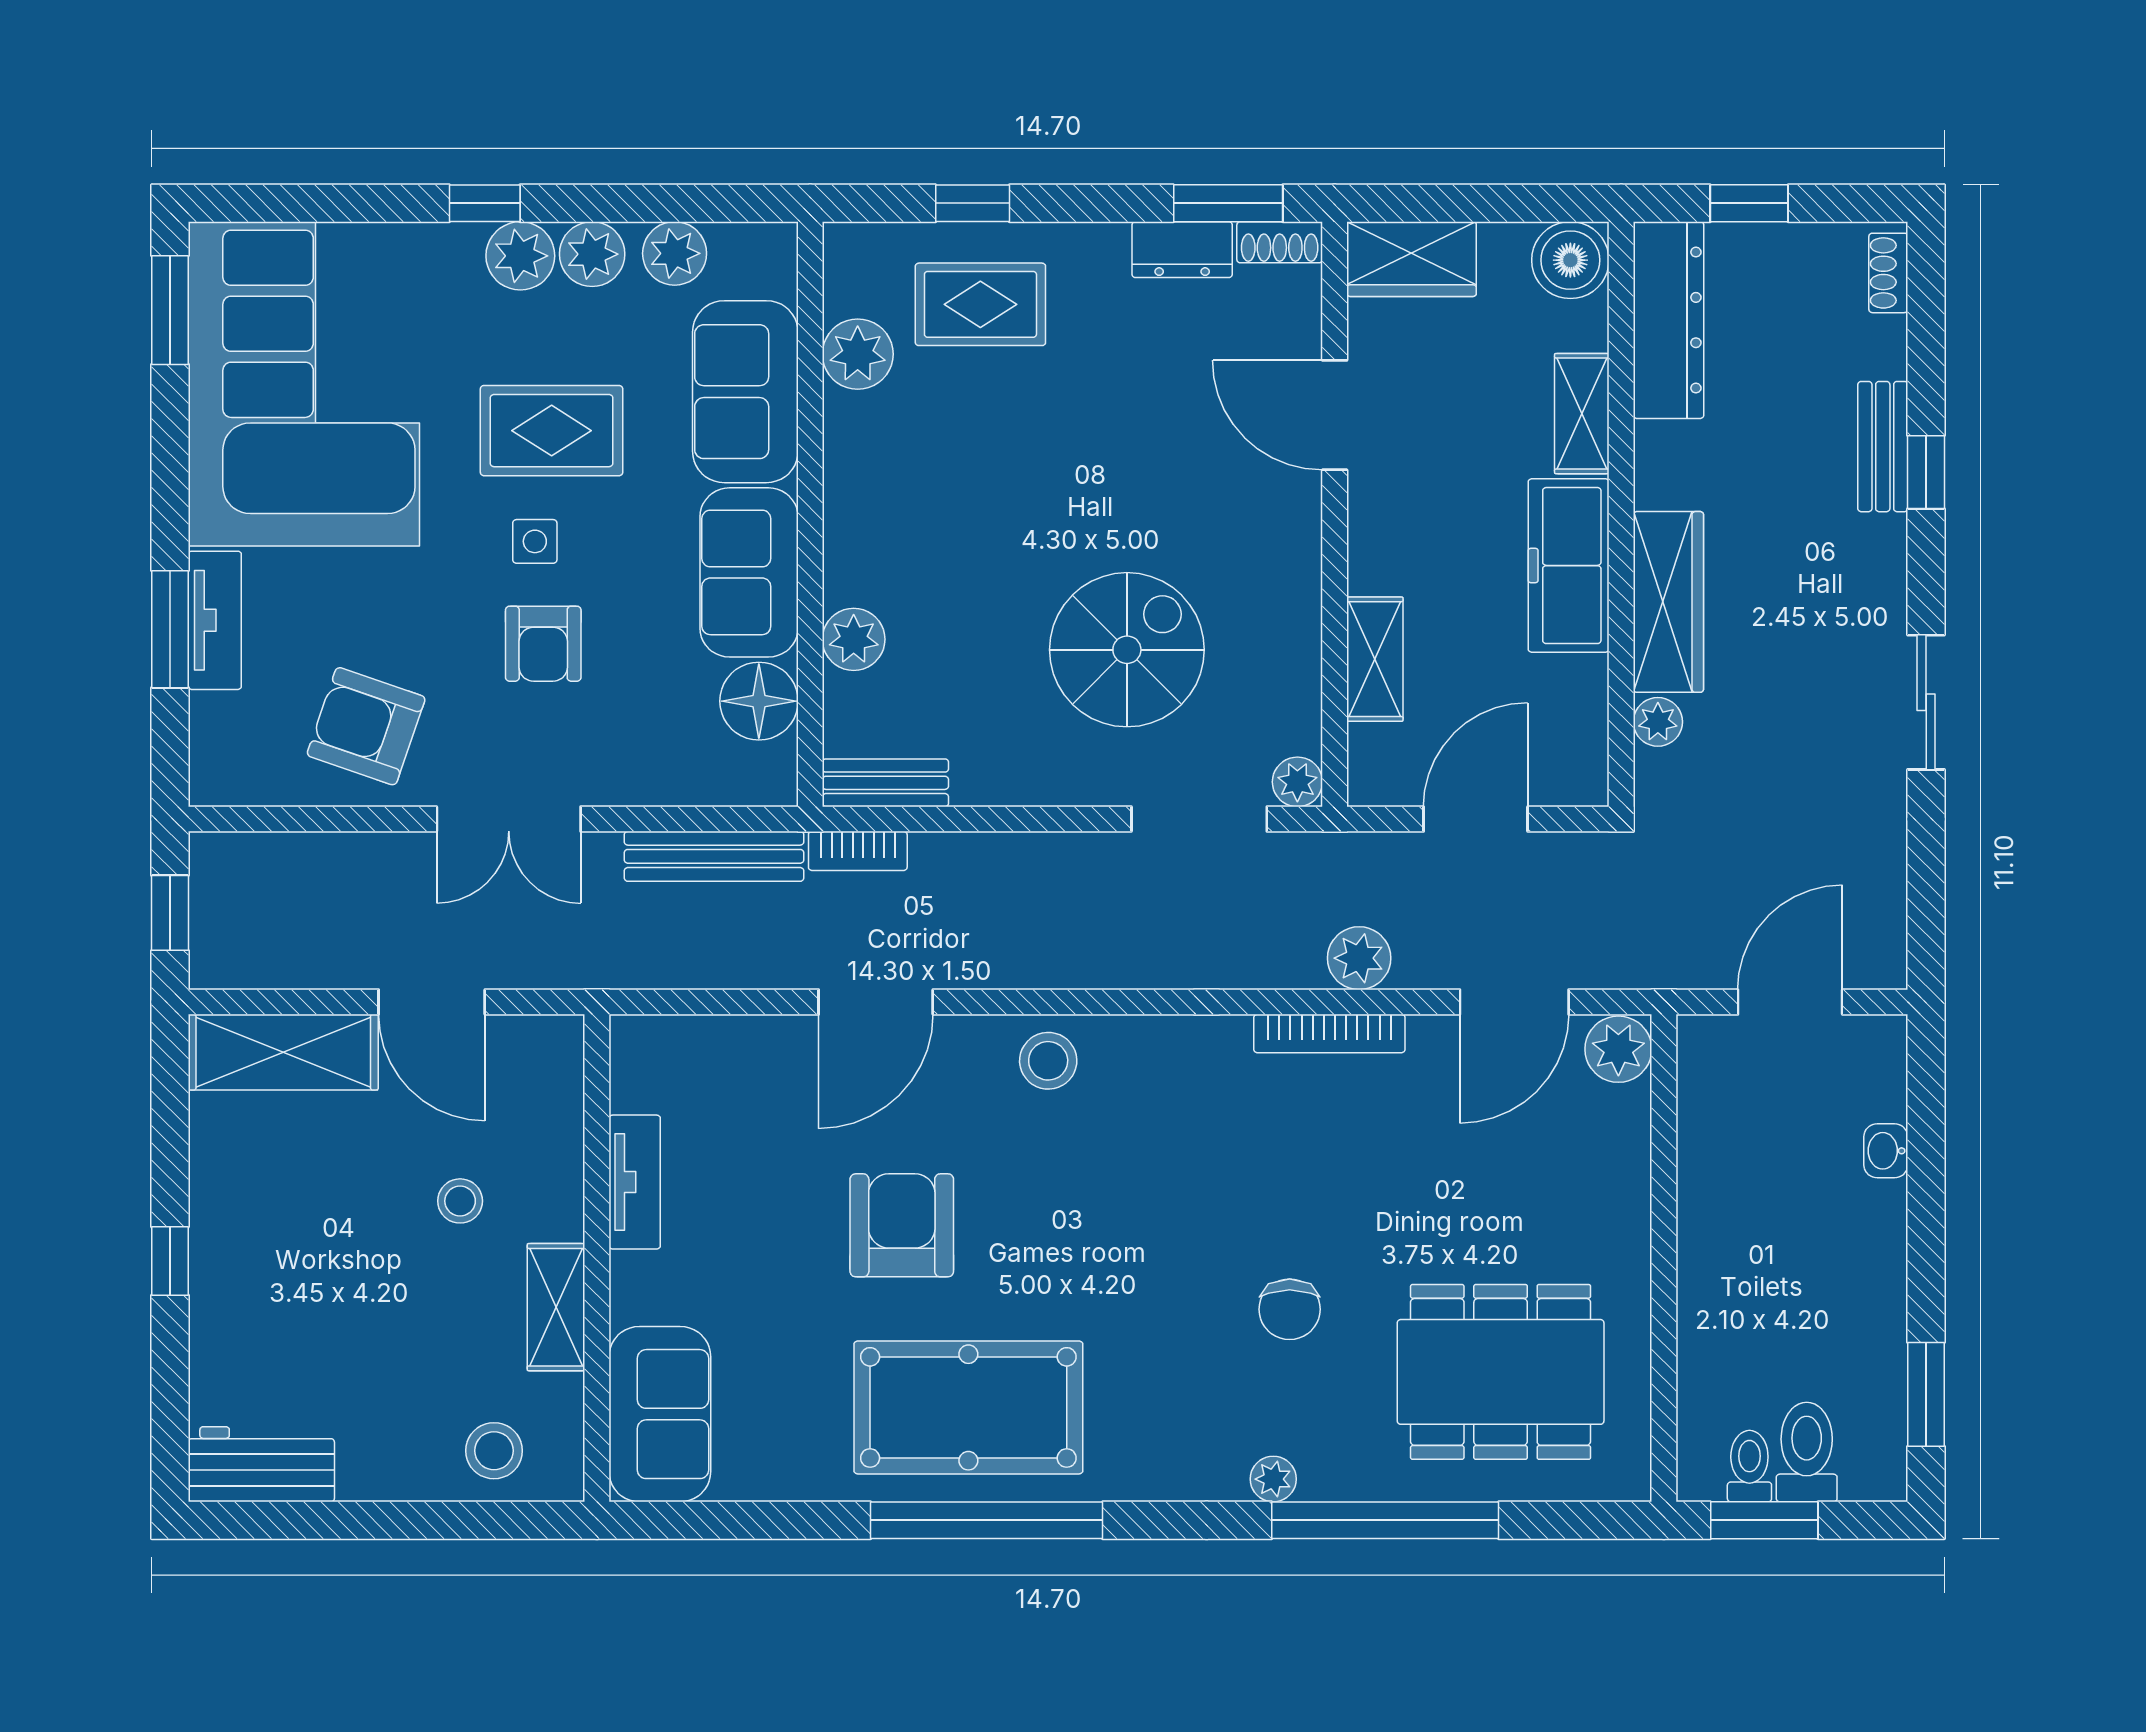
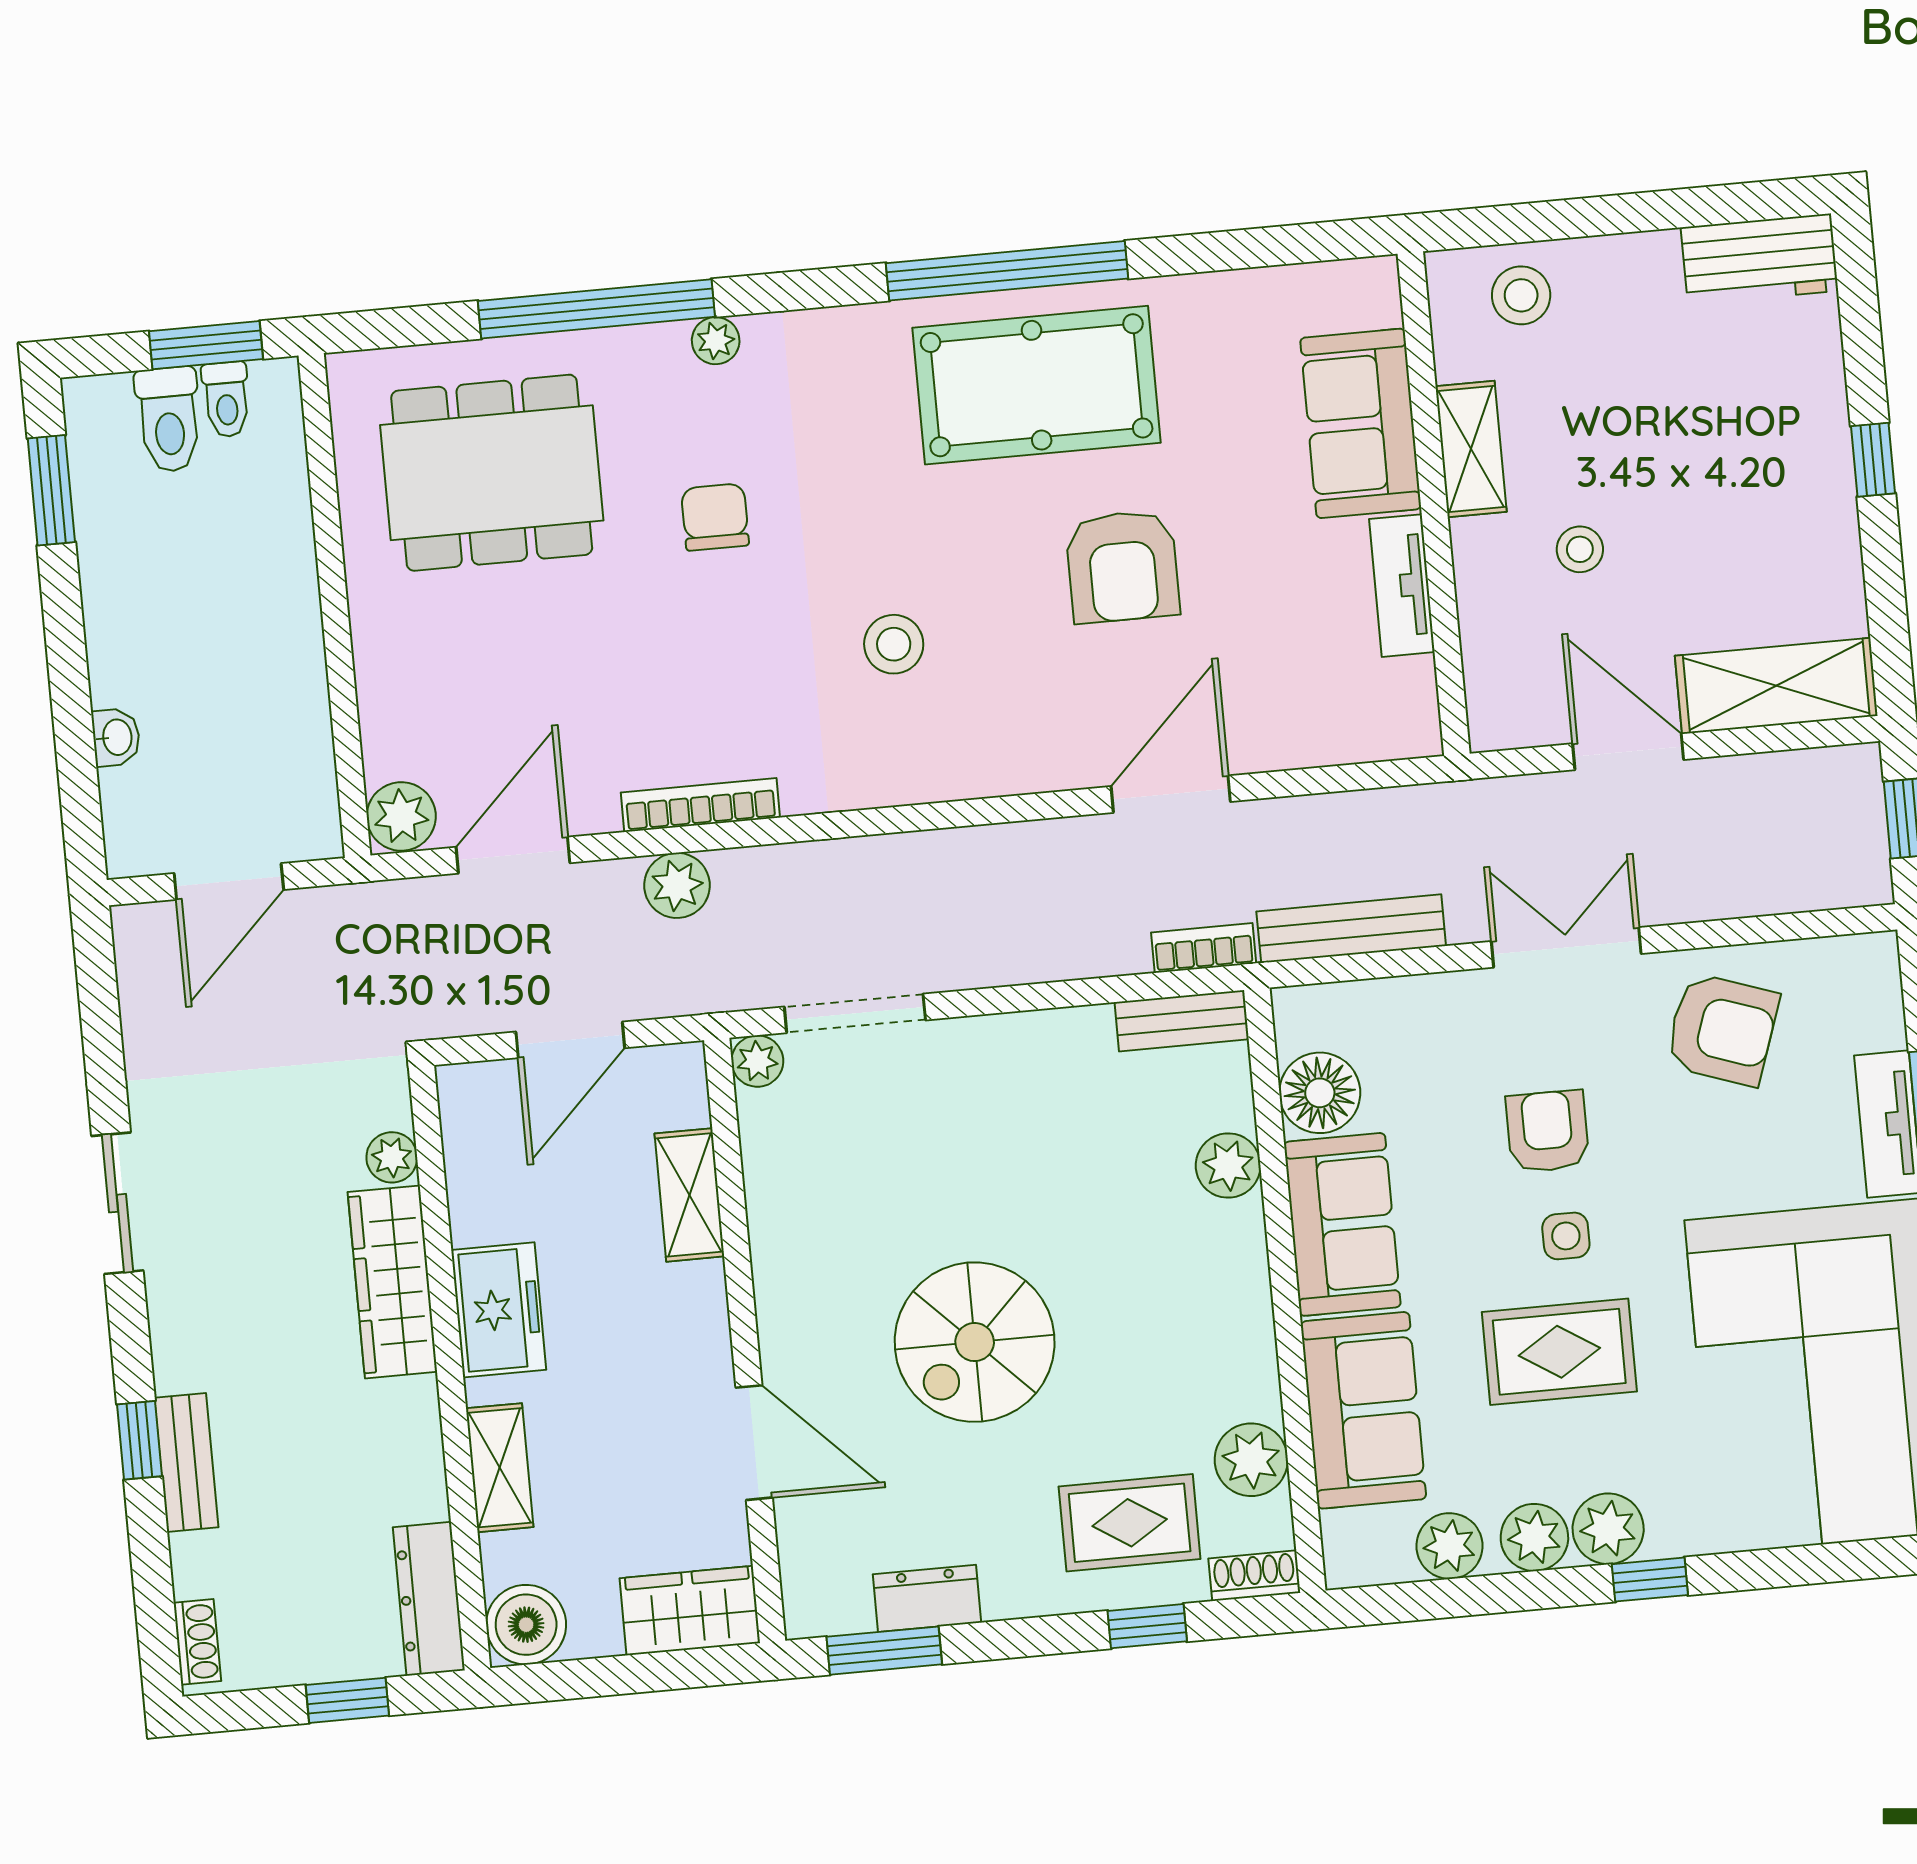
shoe rack: (1280, 242) -> (1254, 1576), moved
dresser: (1668, 320) -> (429, 1599), width x0.73, depth x0.80
freezer: (1569, 566) -> (499, 1310), width x0.71
spiral stairs: (1127, 650) -> (975, 1342), moved
stool: (1048, 1061) -> (894, 644), moved
sofa: (660, 1414) -> (1361, 423), moved

